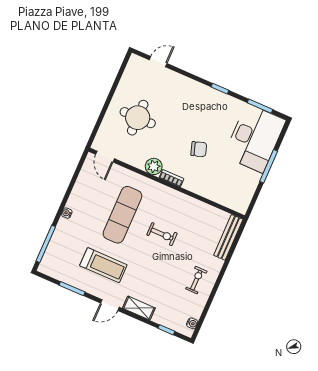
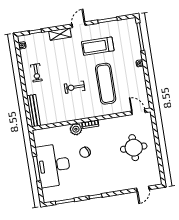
desk: (255, 138) -> (53, 165), moved
plant: (154, 166) -> (76, 129), moved

